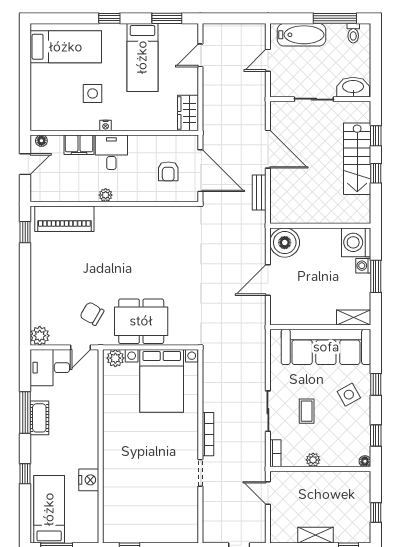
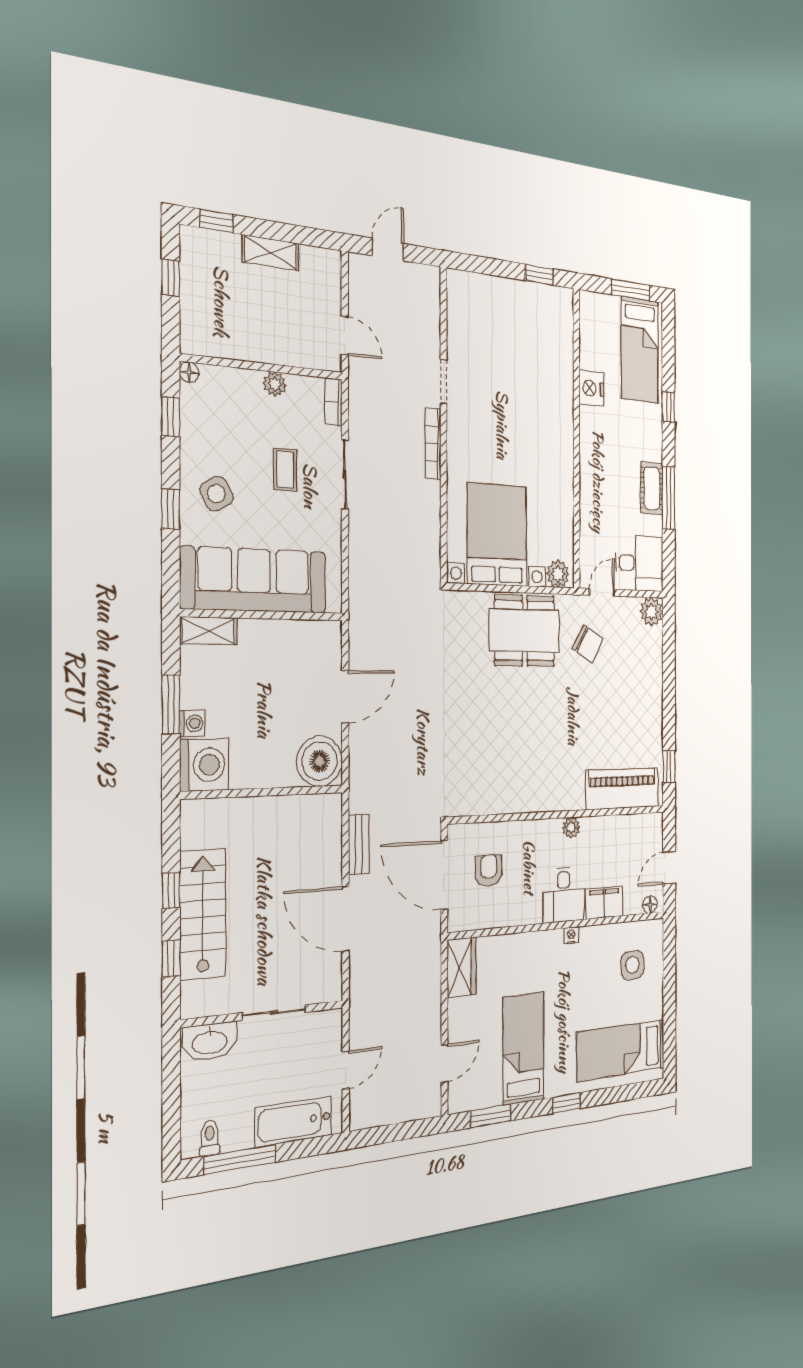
side table: (93, 93) -> (632, 965), moved

